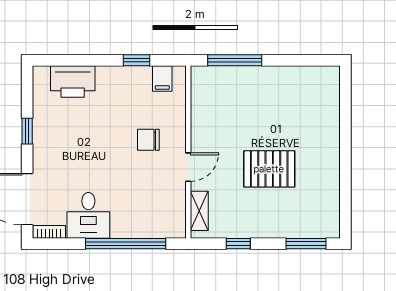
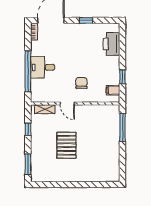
desk: (88, 215) -> (42, 67), moved

